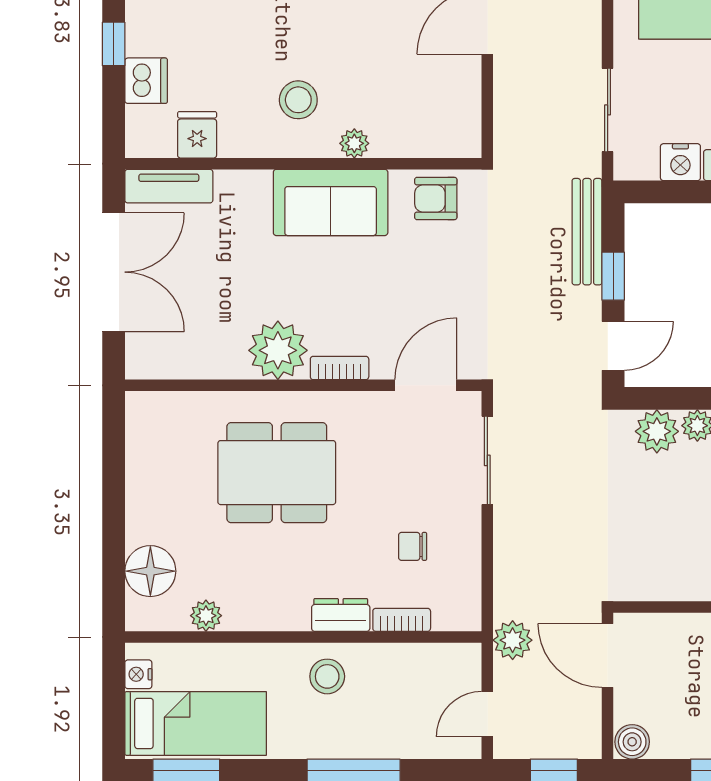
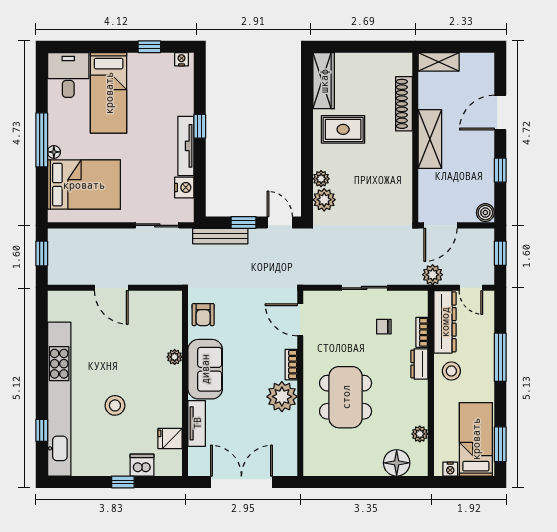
stool: (298, 100) -> (115, 405), moved
tv unit: (169, 186) -> (197, 423), moved
sliding door: (487, 460) -> (364, 288), moved
chair: (413, 546) -> (384, 327), turned 90
dresser: (422, 664) -> (445, 322), added

